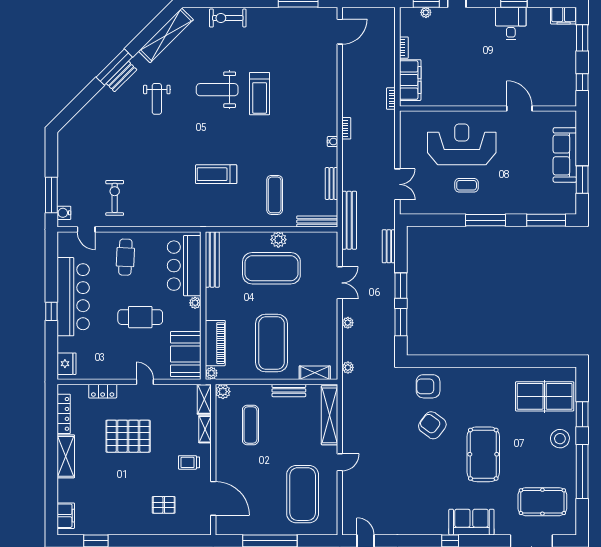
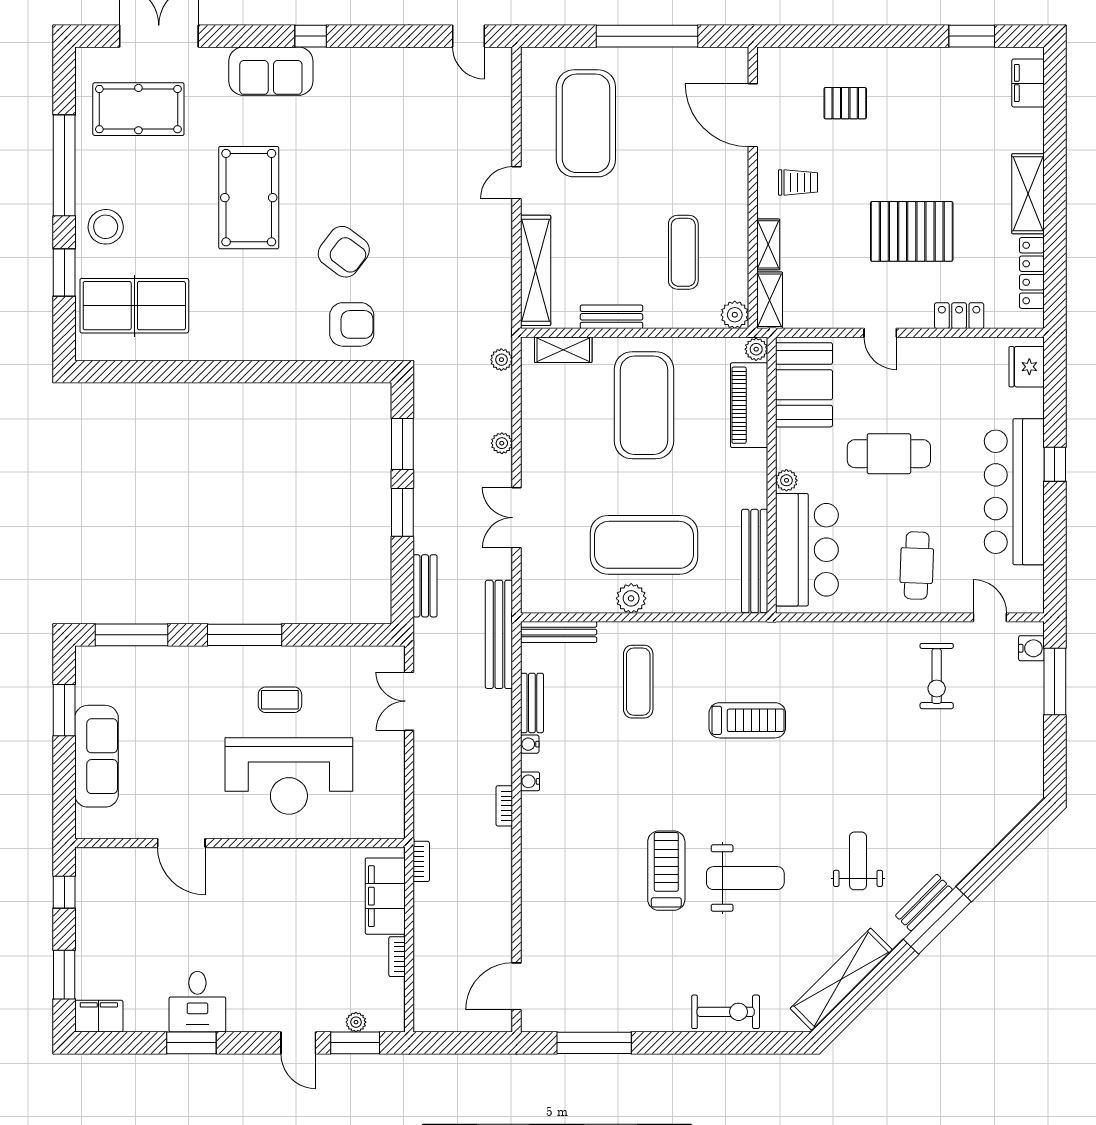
water cooler: (333, 161) -> (530, 744), added

